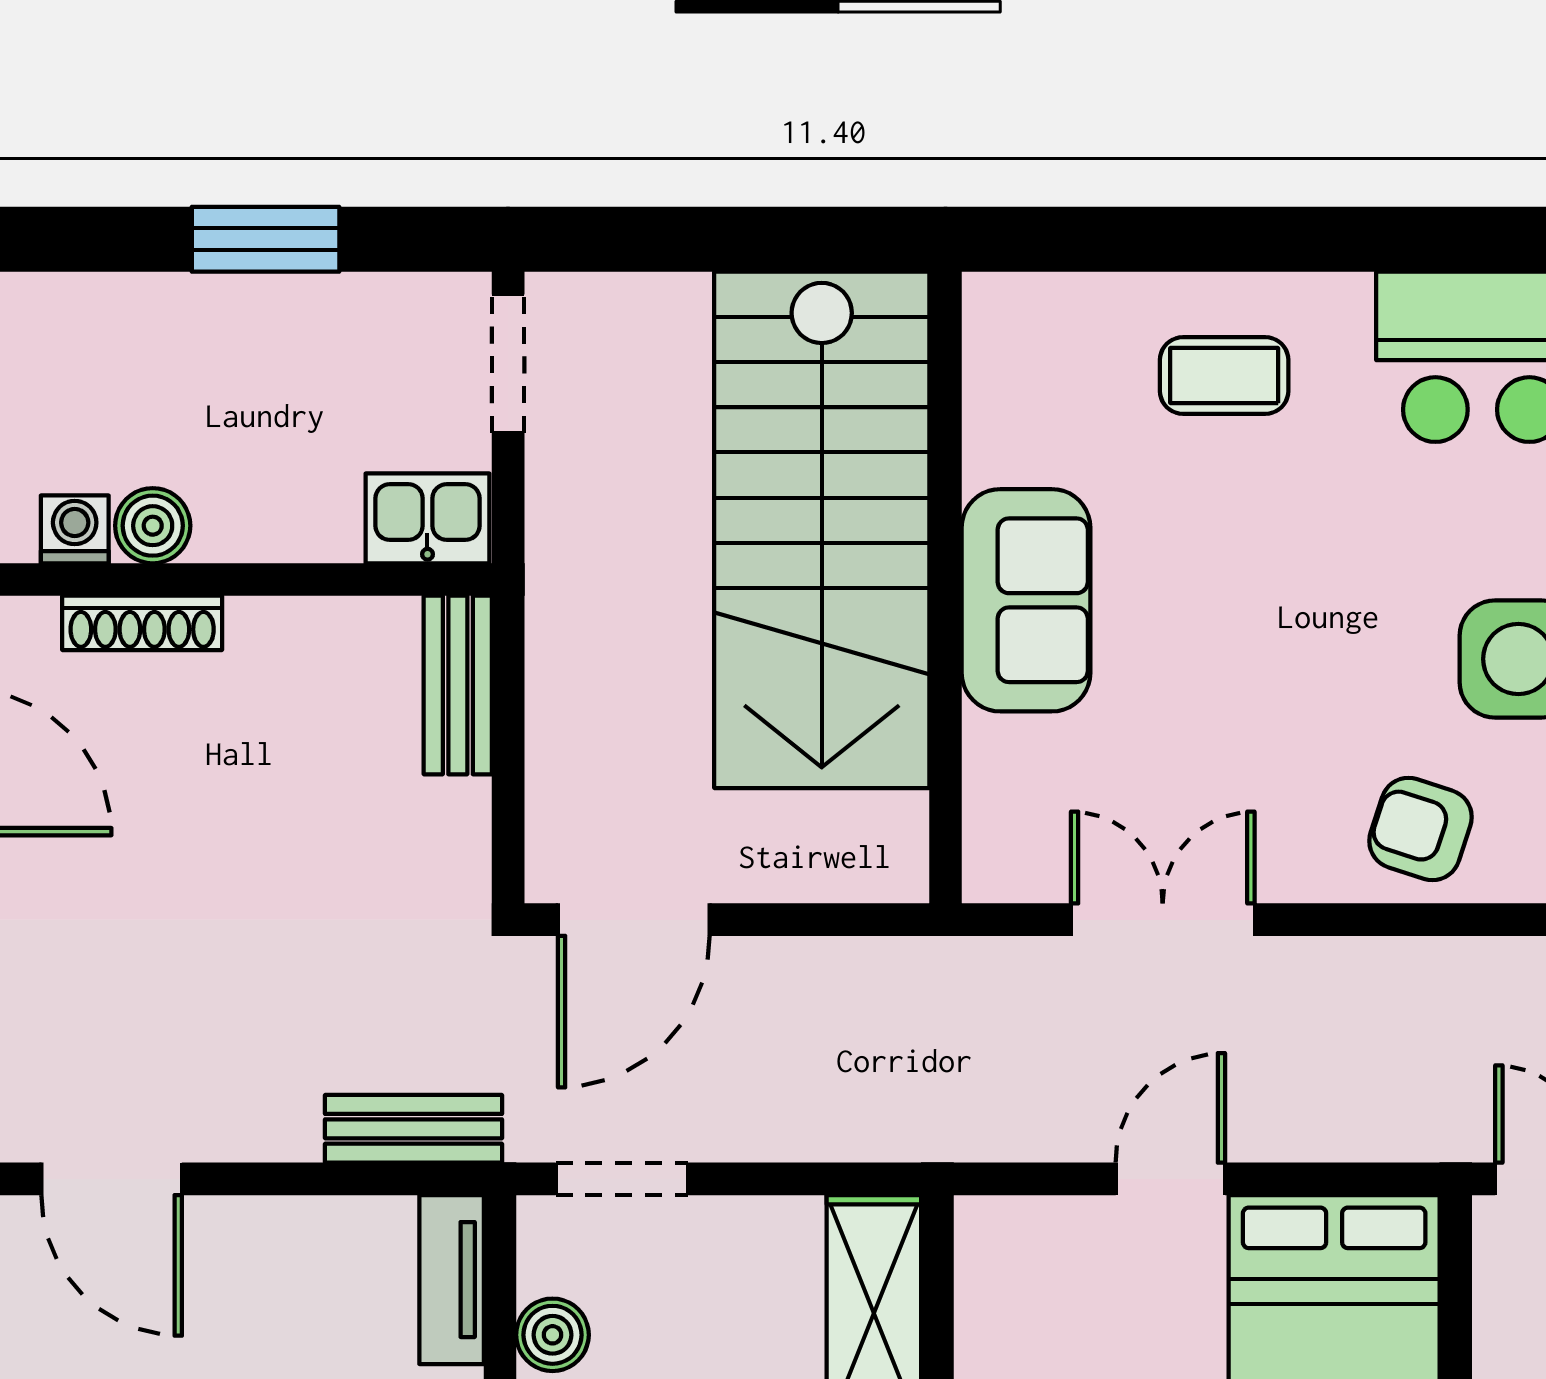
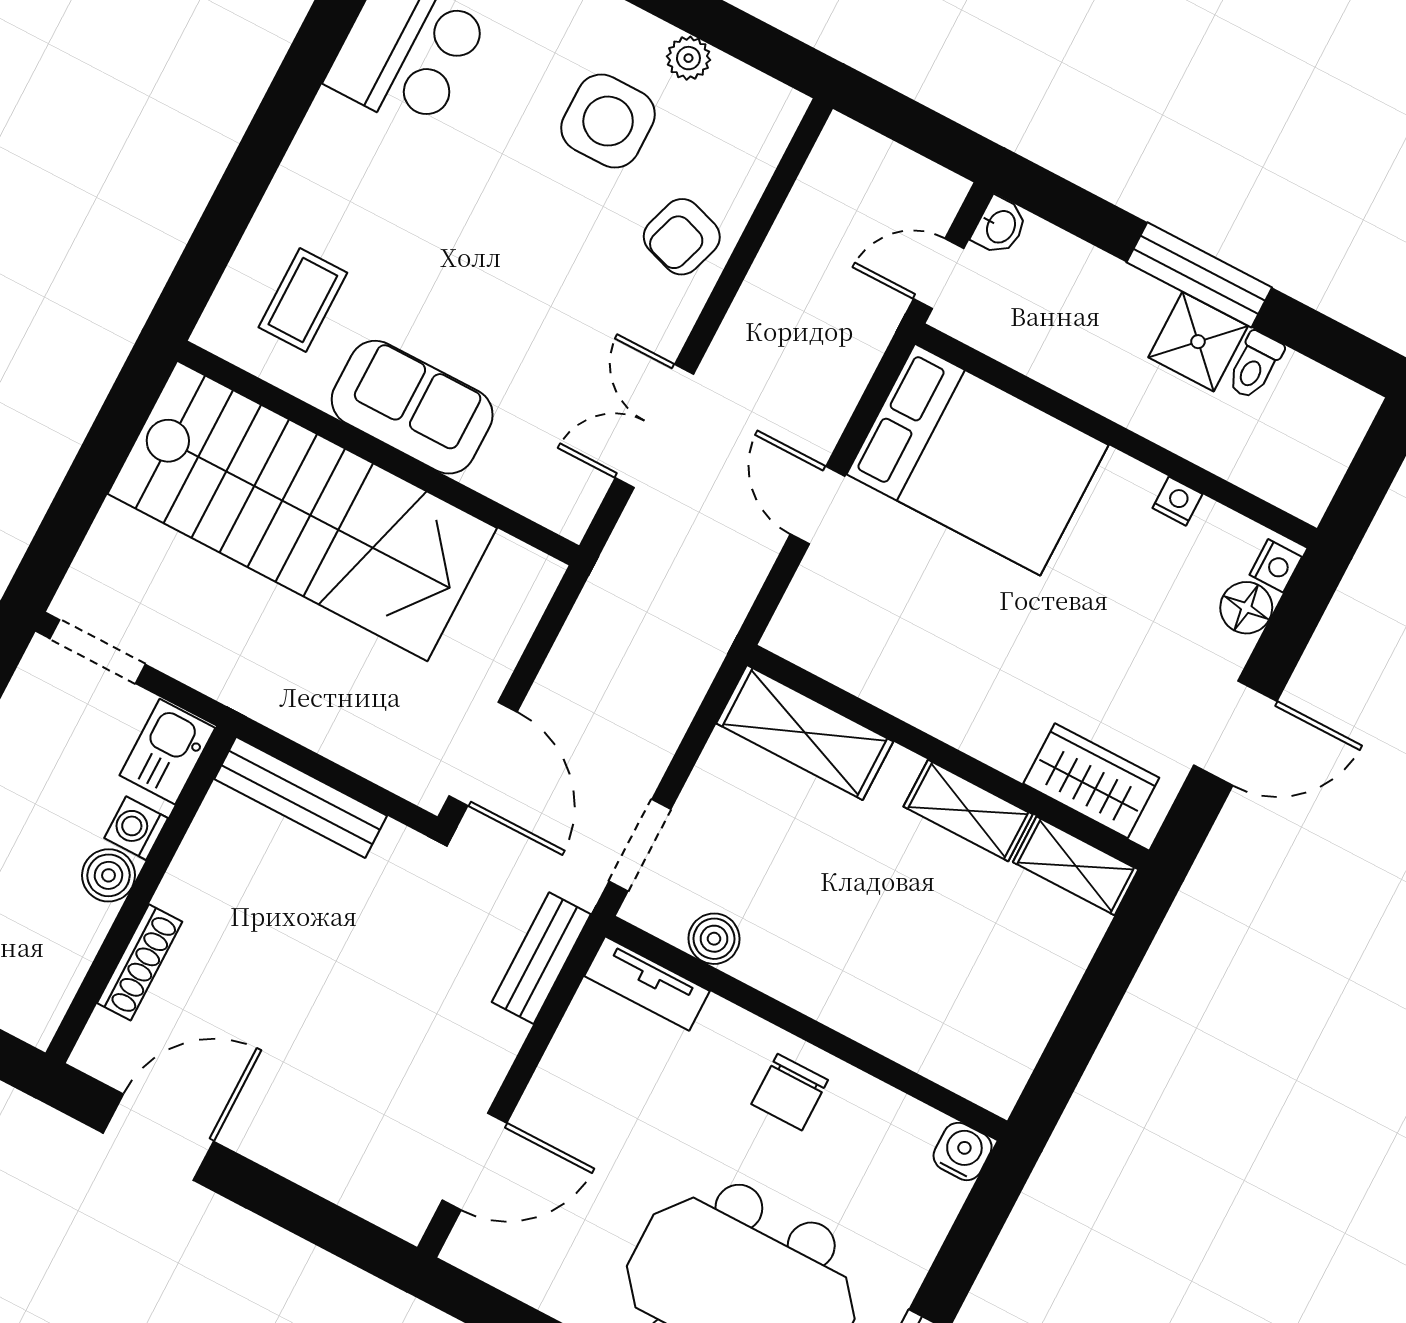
coffee table: (1224, 375) -> (303, 300), moved
boiler: (153, 526) -> (109, 875), moved
washing machine: (75, 529) -> (136, 828), moved
bench: (458, 685) -> (301, 797), width x1.36

